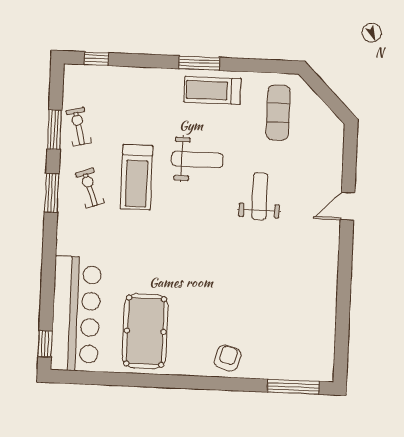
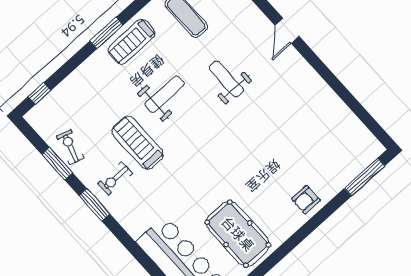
exercise bike: (79, 127) -> (70, 147), turned 31
treadmill: (137, 177) -> (138, 143), turned 180
exercise bike: (90, 188) -> (115, 179), turned -70
armchair: (228, 358) -> (306, 200), turned -106

